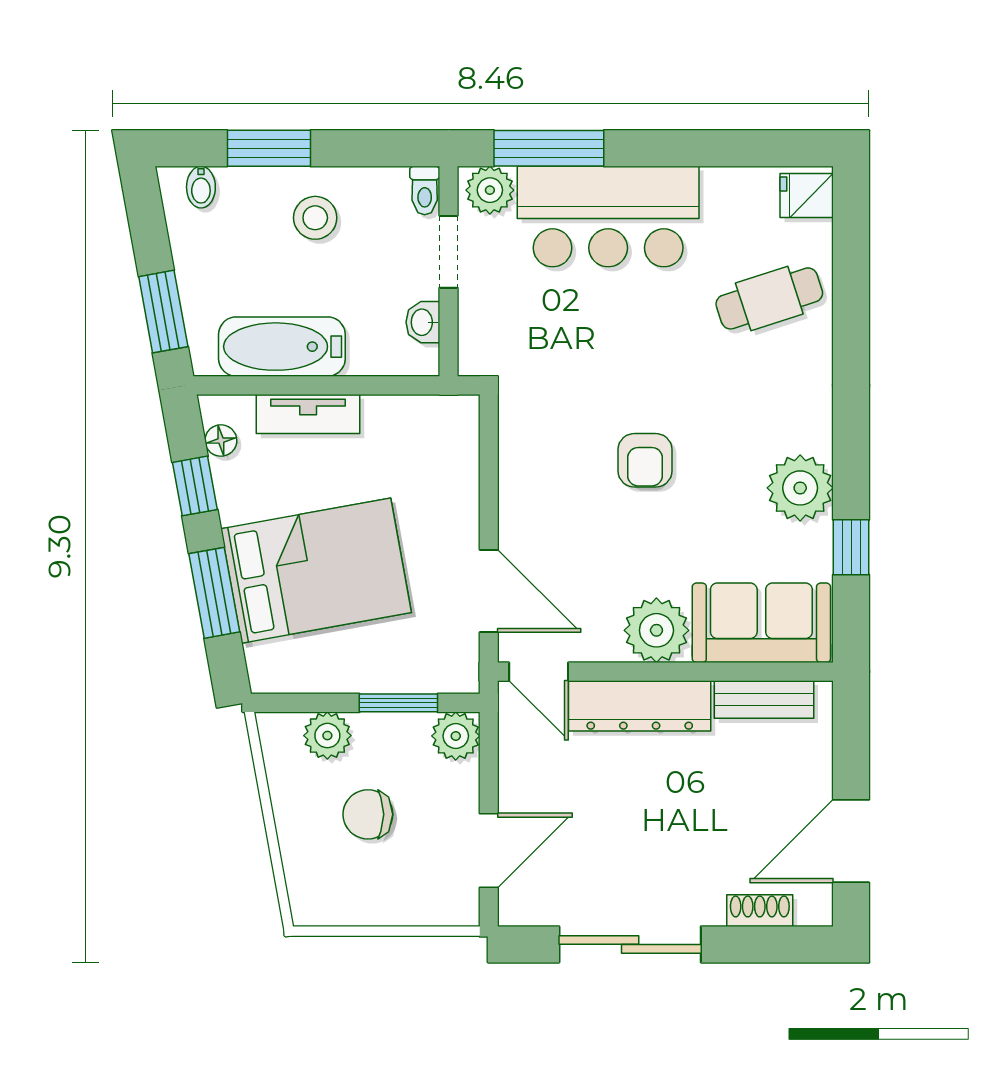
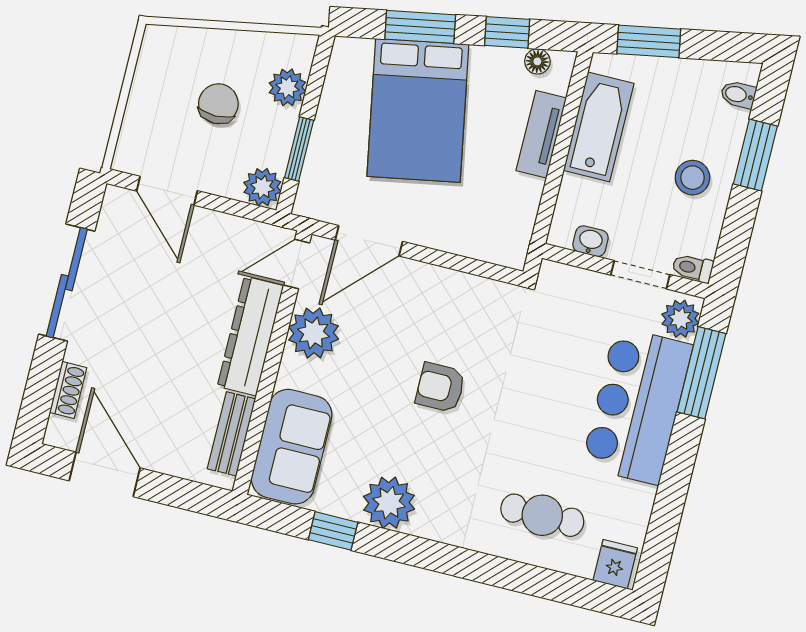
cafe table: (769, 298) -> (542, 515), turned -72
plant: (656, 630) -> (314, 333), moved

